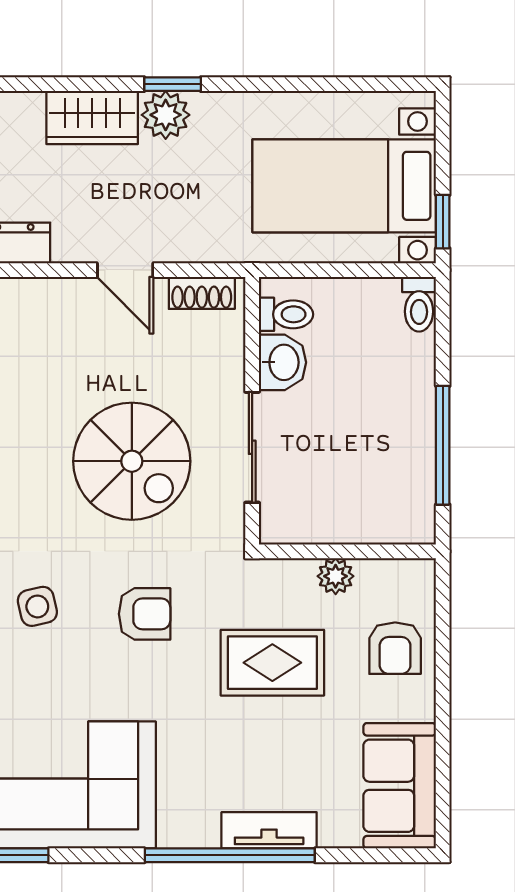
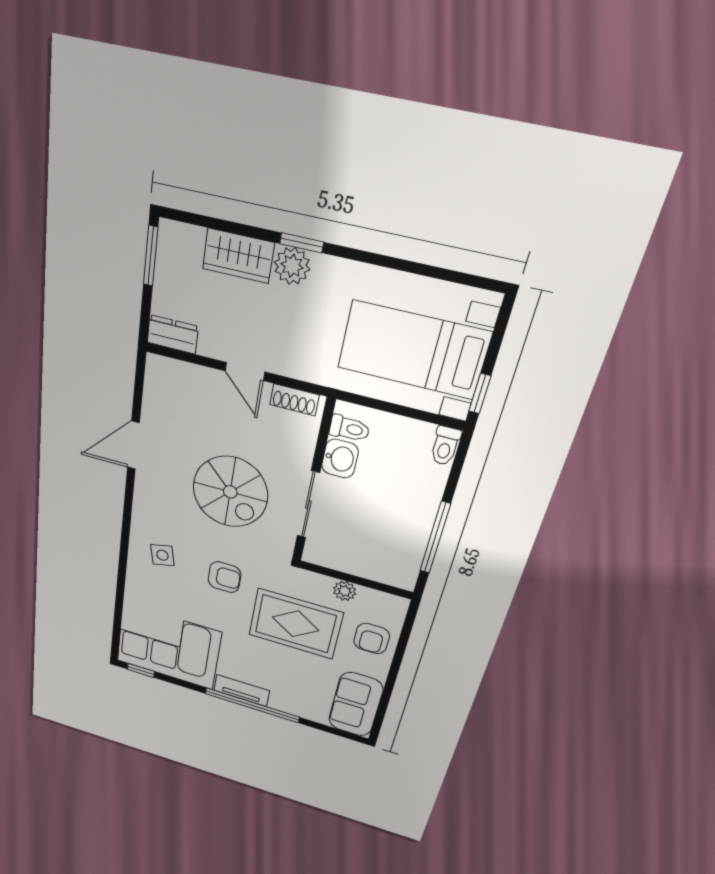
rug: (272, 663) -> (295, 624), width x1.36, depth x1.43
tv unit: (269, 830) -> (242, 690), moved

